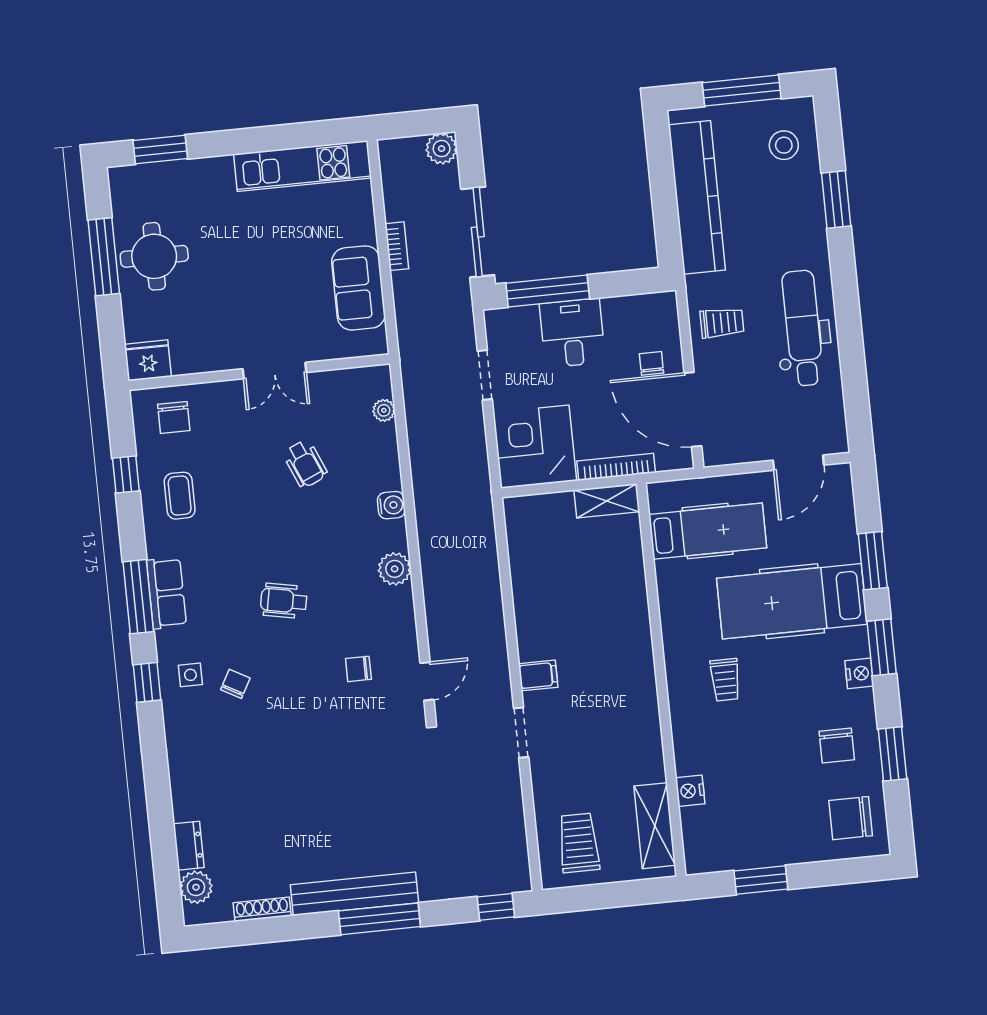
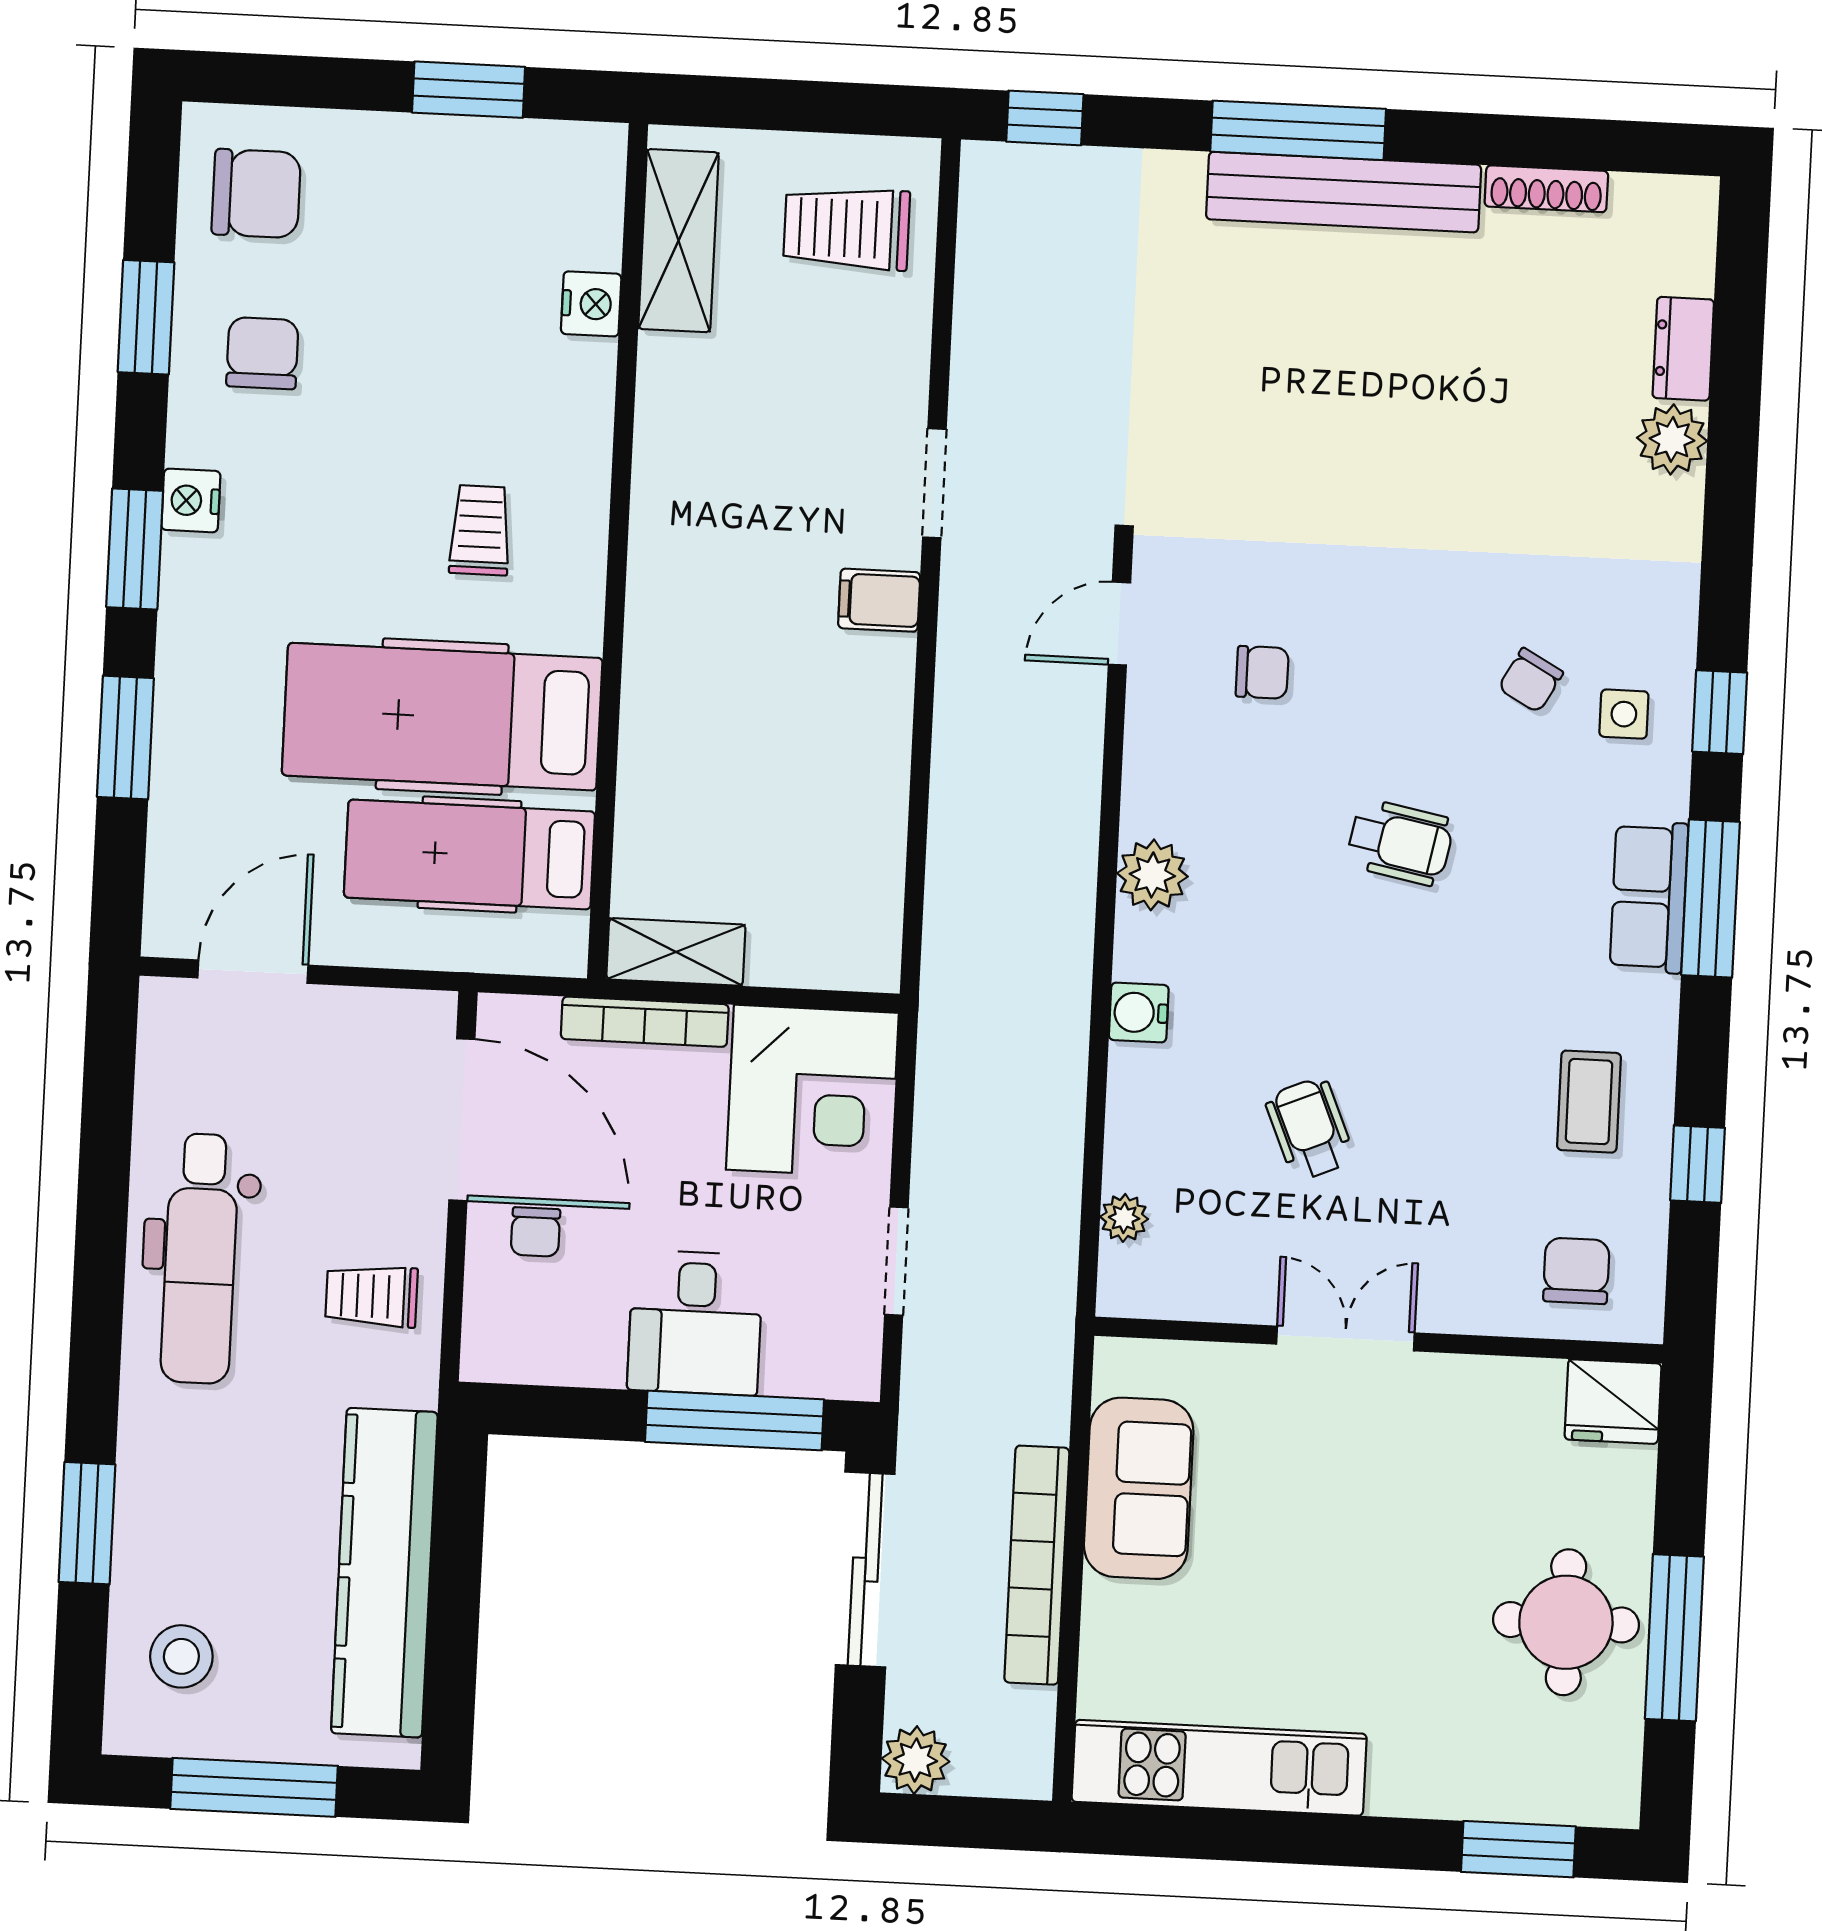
bookcase: (397, 246) -> (1037, 1565), width x2.31, depth x1.31
hospital bed: (792, 601) -> (442, 717), moved, turned 180
trolley: (579, 843) -> (847, 228), turned 90
plant: (196, 887) -> (1672, 439), moved

